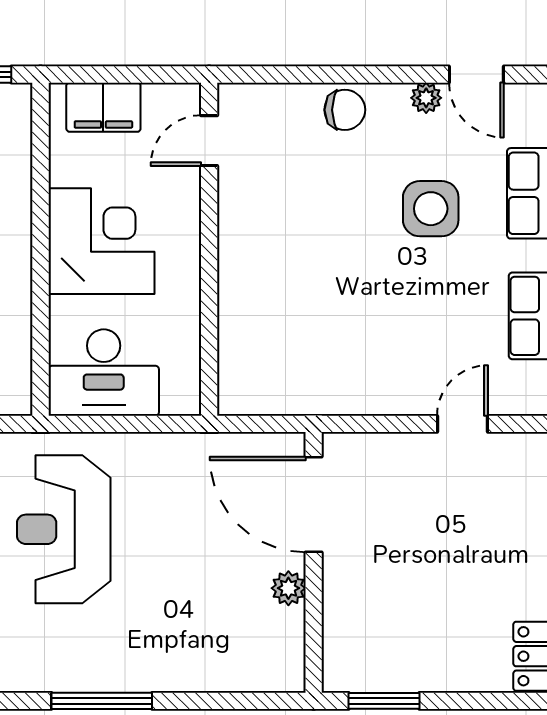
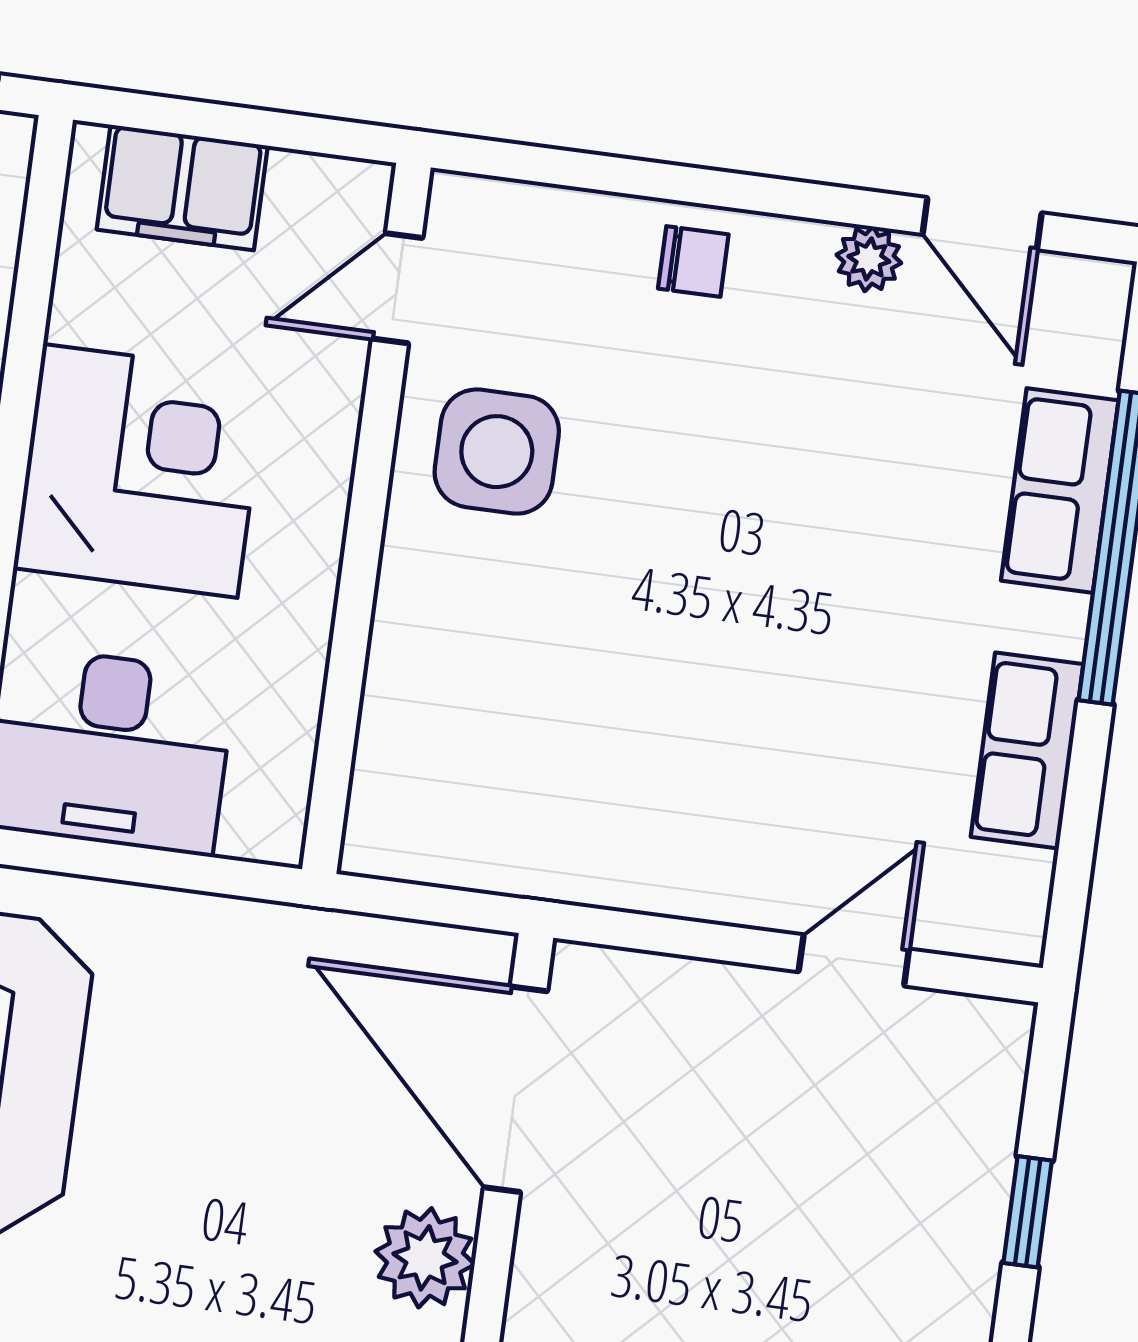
chair: (345, 110) -> (693, 261), width x0.73, depth x0.73
side table: (431, 209) -> (497, 452), moved
plant: (288, 588) -> (425, 1258), width x1.38, depth x1.38

